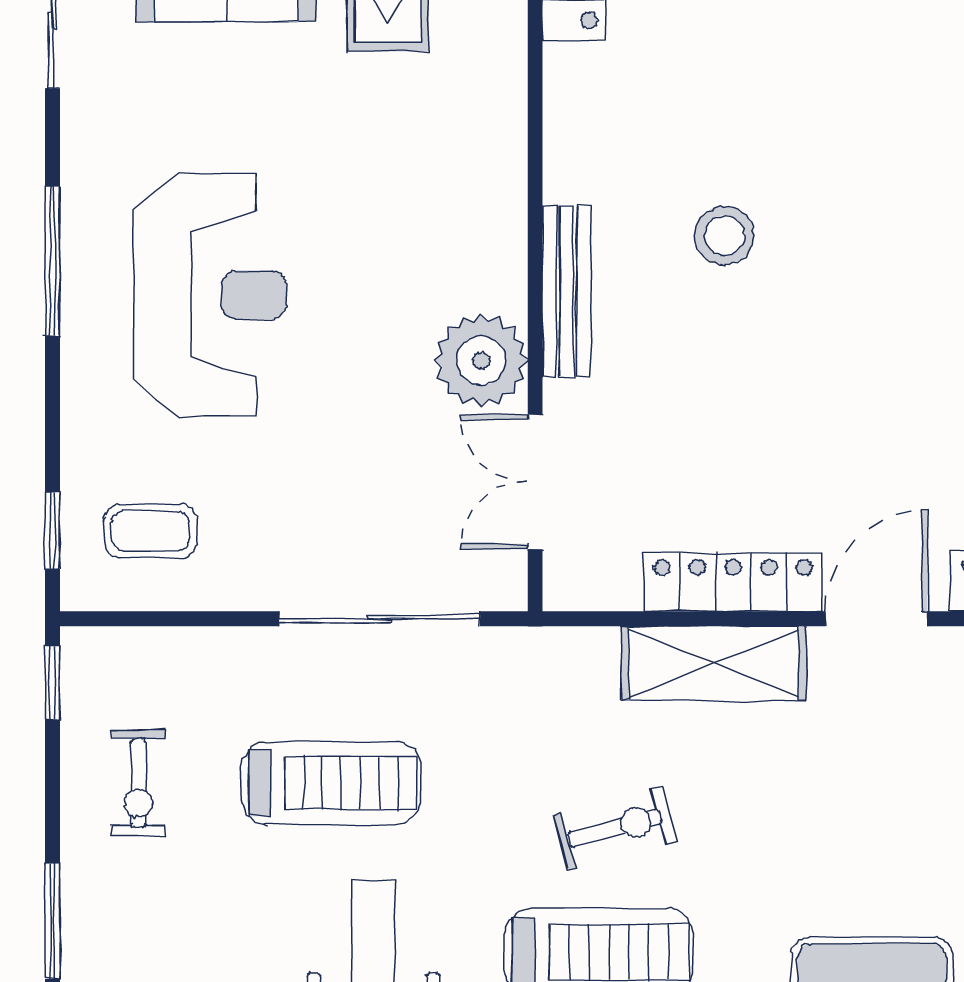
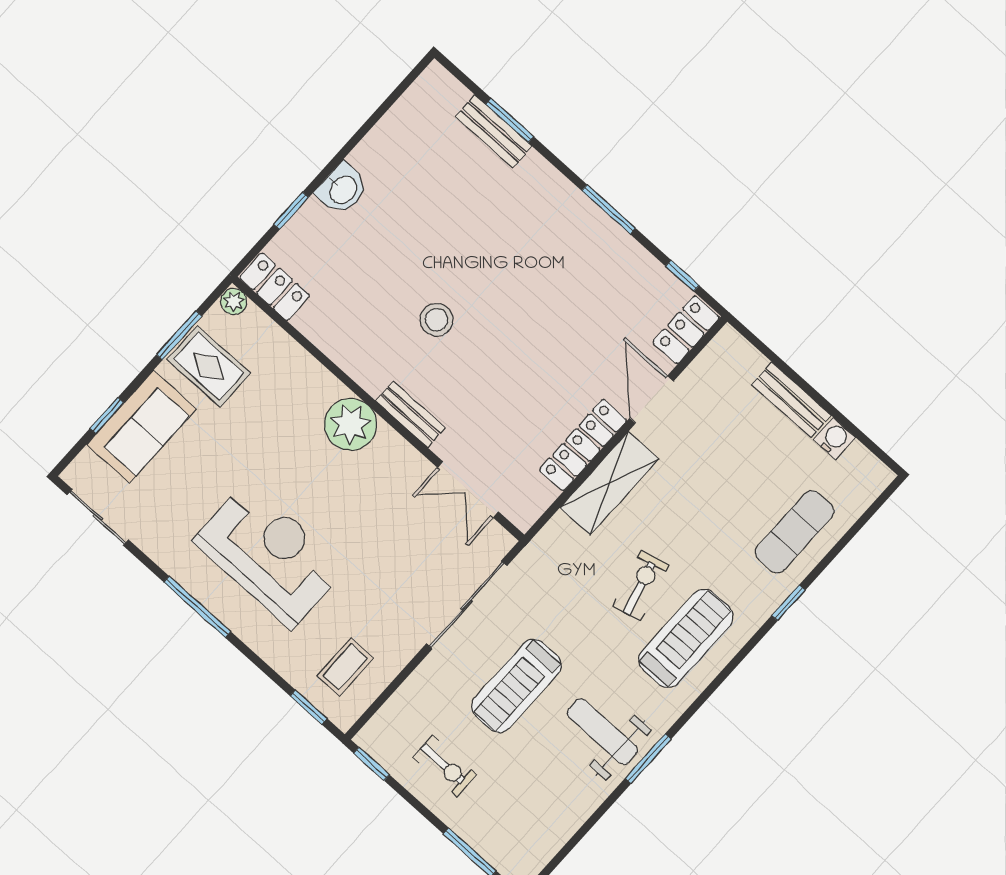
bench: (566, 291) -> (410, 414), width x0.73
plant: (481, 361) -> (351, 424), moved
treadmill: (331, 783) -> (517, 686), turned 180

